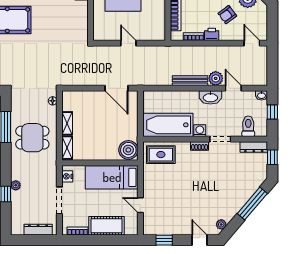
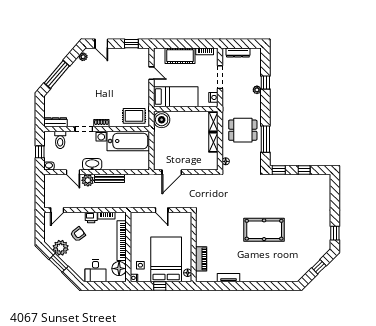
door: (252, 43) -> (57, 210), hinge flipped
door: (116, 88) -> (172, 172), swing flipped
window: (272, 157) -> (40, 114), removed

